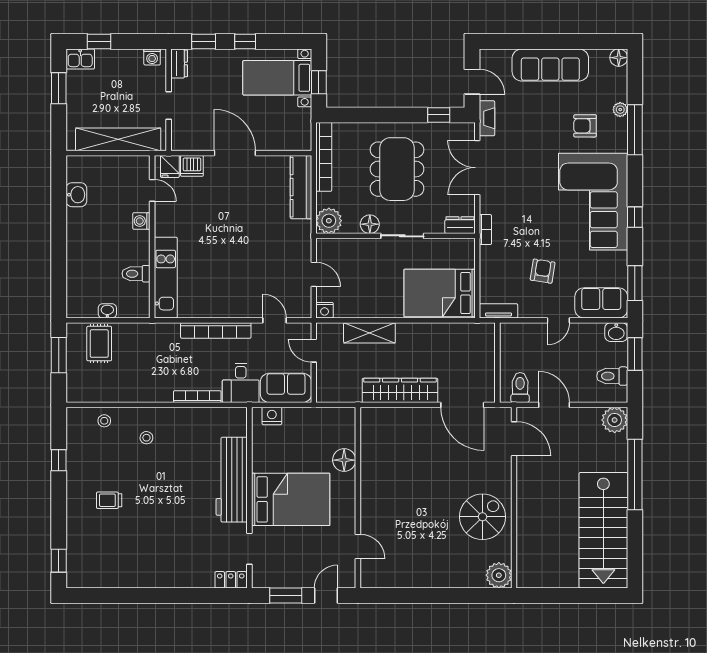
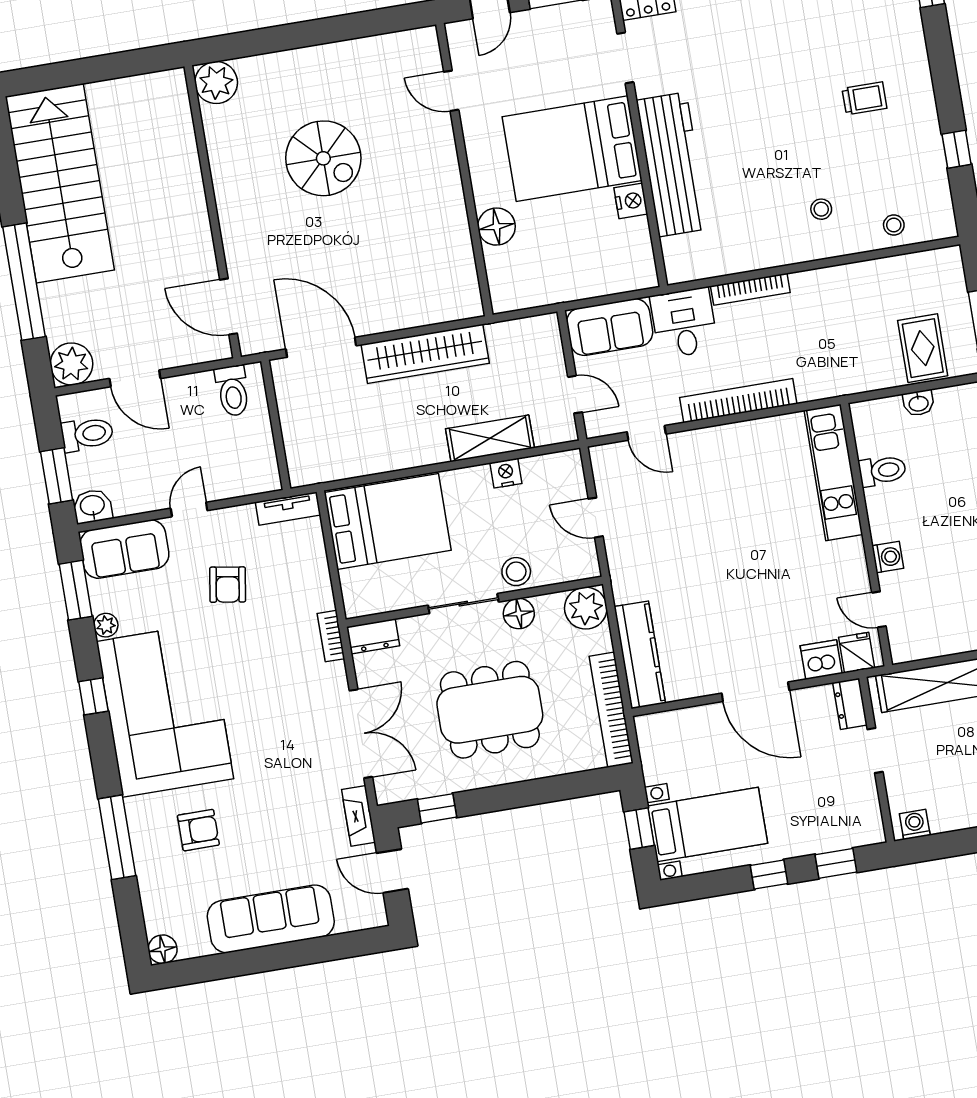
dresser: (179, 63) -> (850, 704), moved
plant: (620, 110) -> (106, 625), moved
dining table: (397, 169) -> (490, 710), turned 90
stool: (367, 250) -> (516, 572), added
nightstand: (325, 310) -> (506, 473), moved
door: (554, 405) -> (135, 378), moved
nightstand: (272, 416) -> (631, 201), moved, turned -90
spiral stairs: (483, 517) -> (323, 158), moved, turned -90

